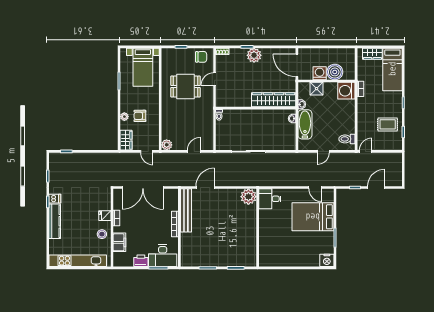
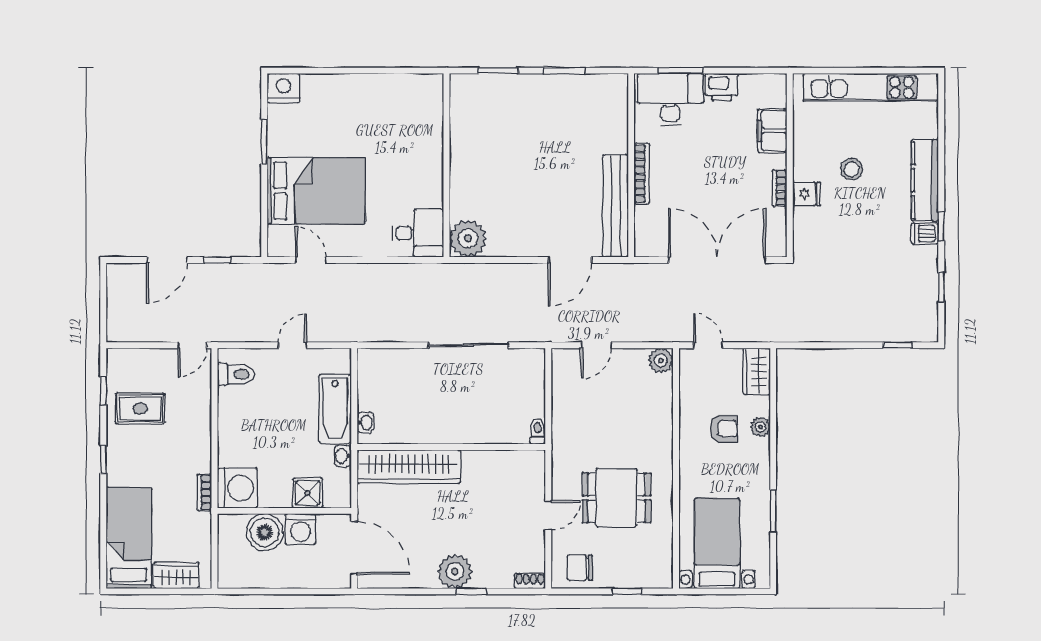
stool: (102, 234) -> (852, 169), moved

